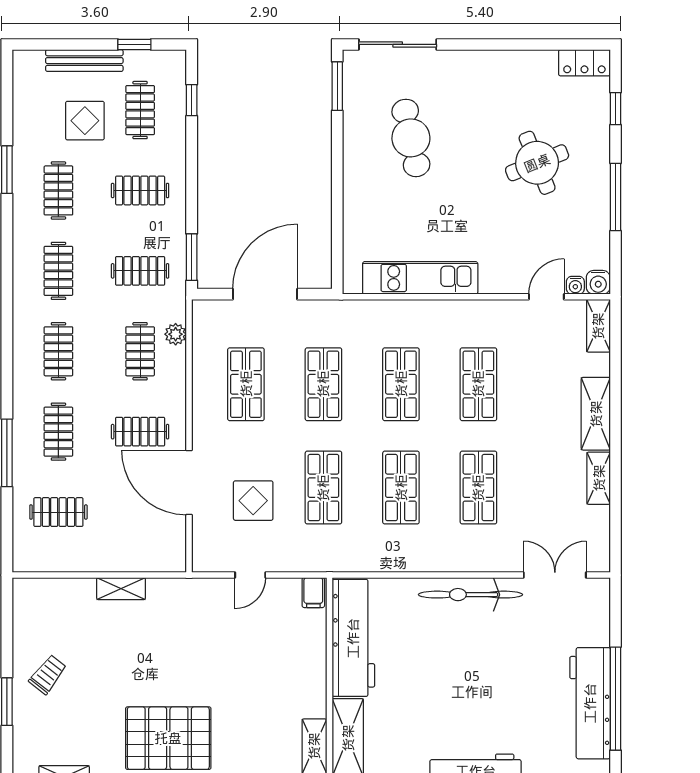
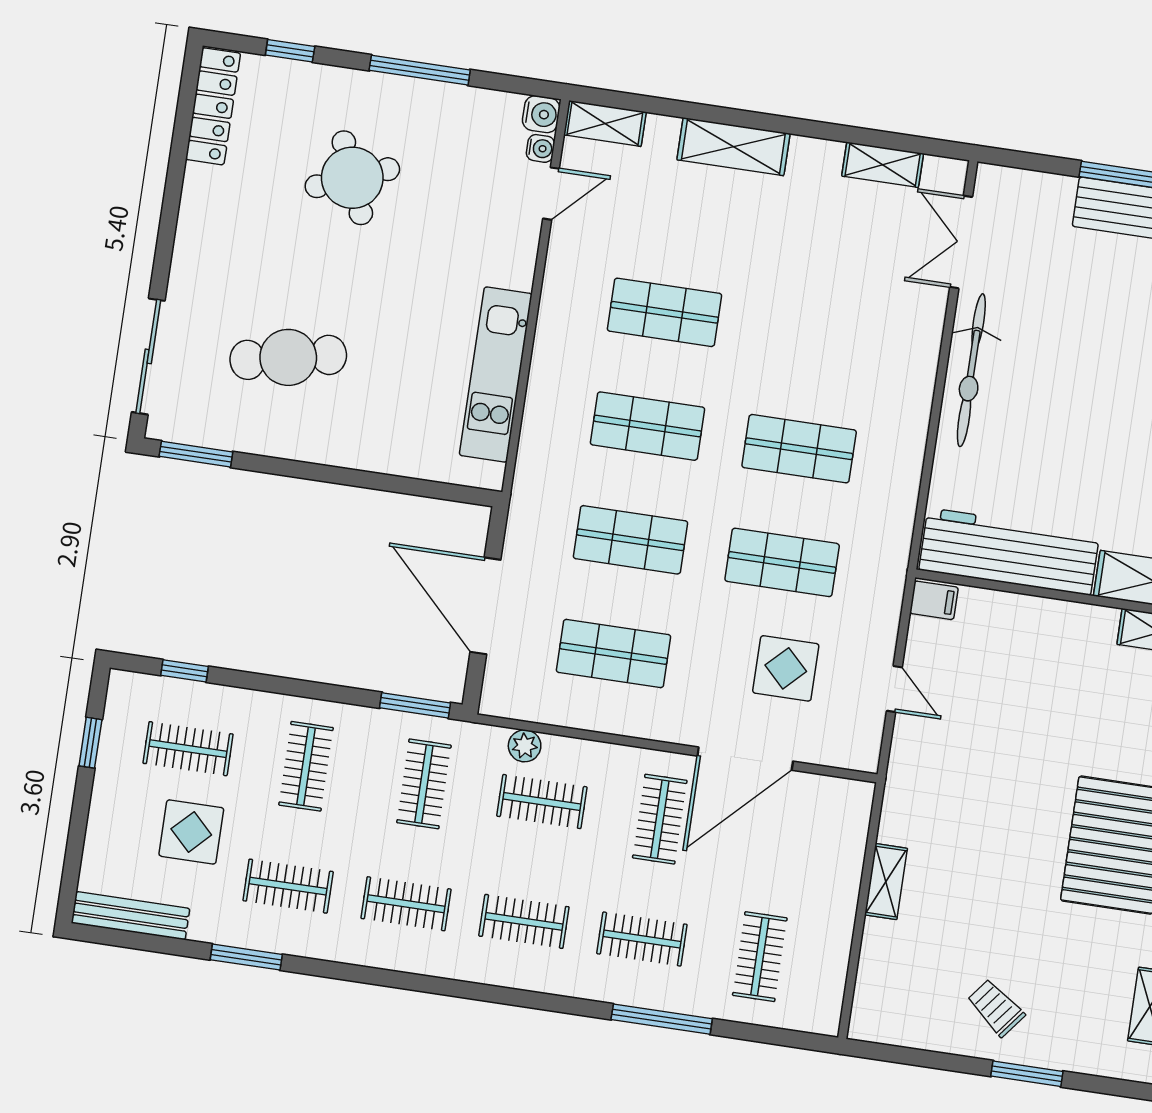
bench: (84, 61) -> (131, 916), moved, turned 90
locker: (584, 63) -> (213, 106), width x1.53
door: (546, 297) -> (551, 194), swing flipped
shelving: (599, 478) -> (883, 165), moved
shop shelf: (478, 488) -> (816, 335), removed

